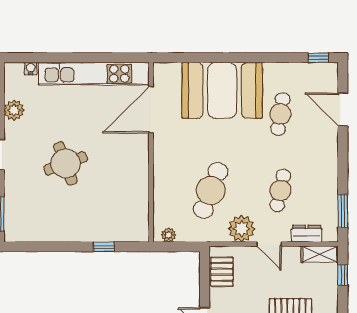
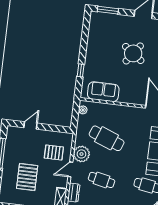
round table: (66, 163) -> (133, 53), turned -34
sofa: (134, 205) -> (103, 92), added
pallet: (222, 272) -> (54, 153), moved

